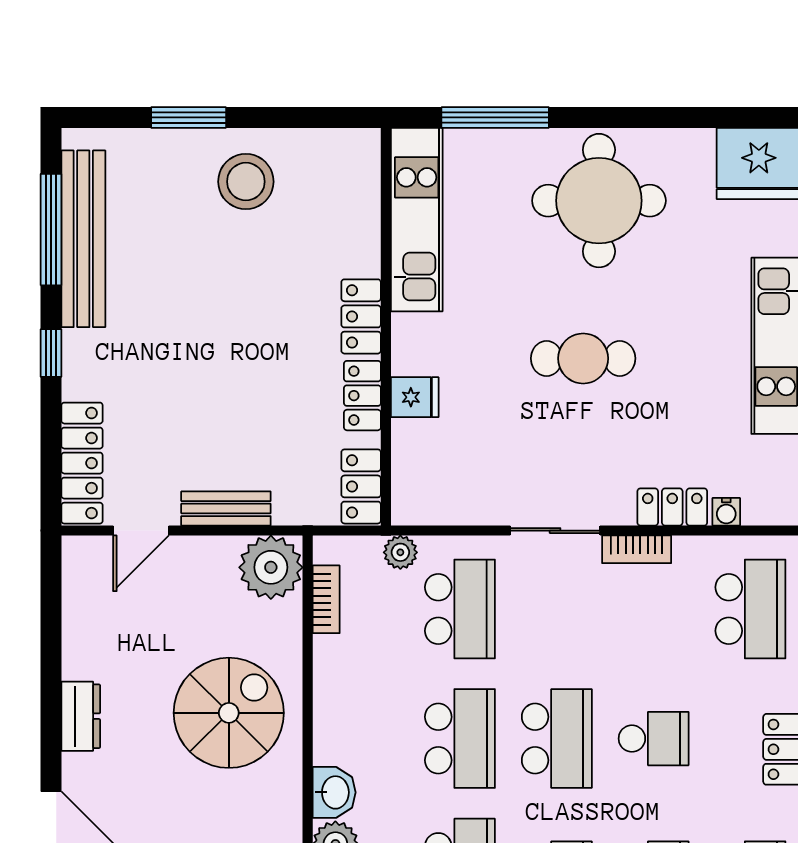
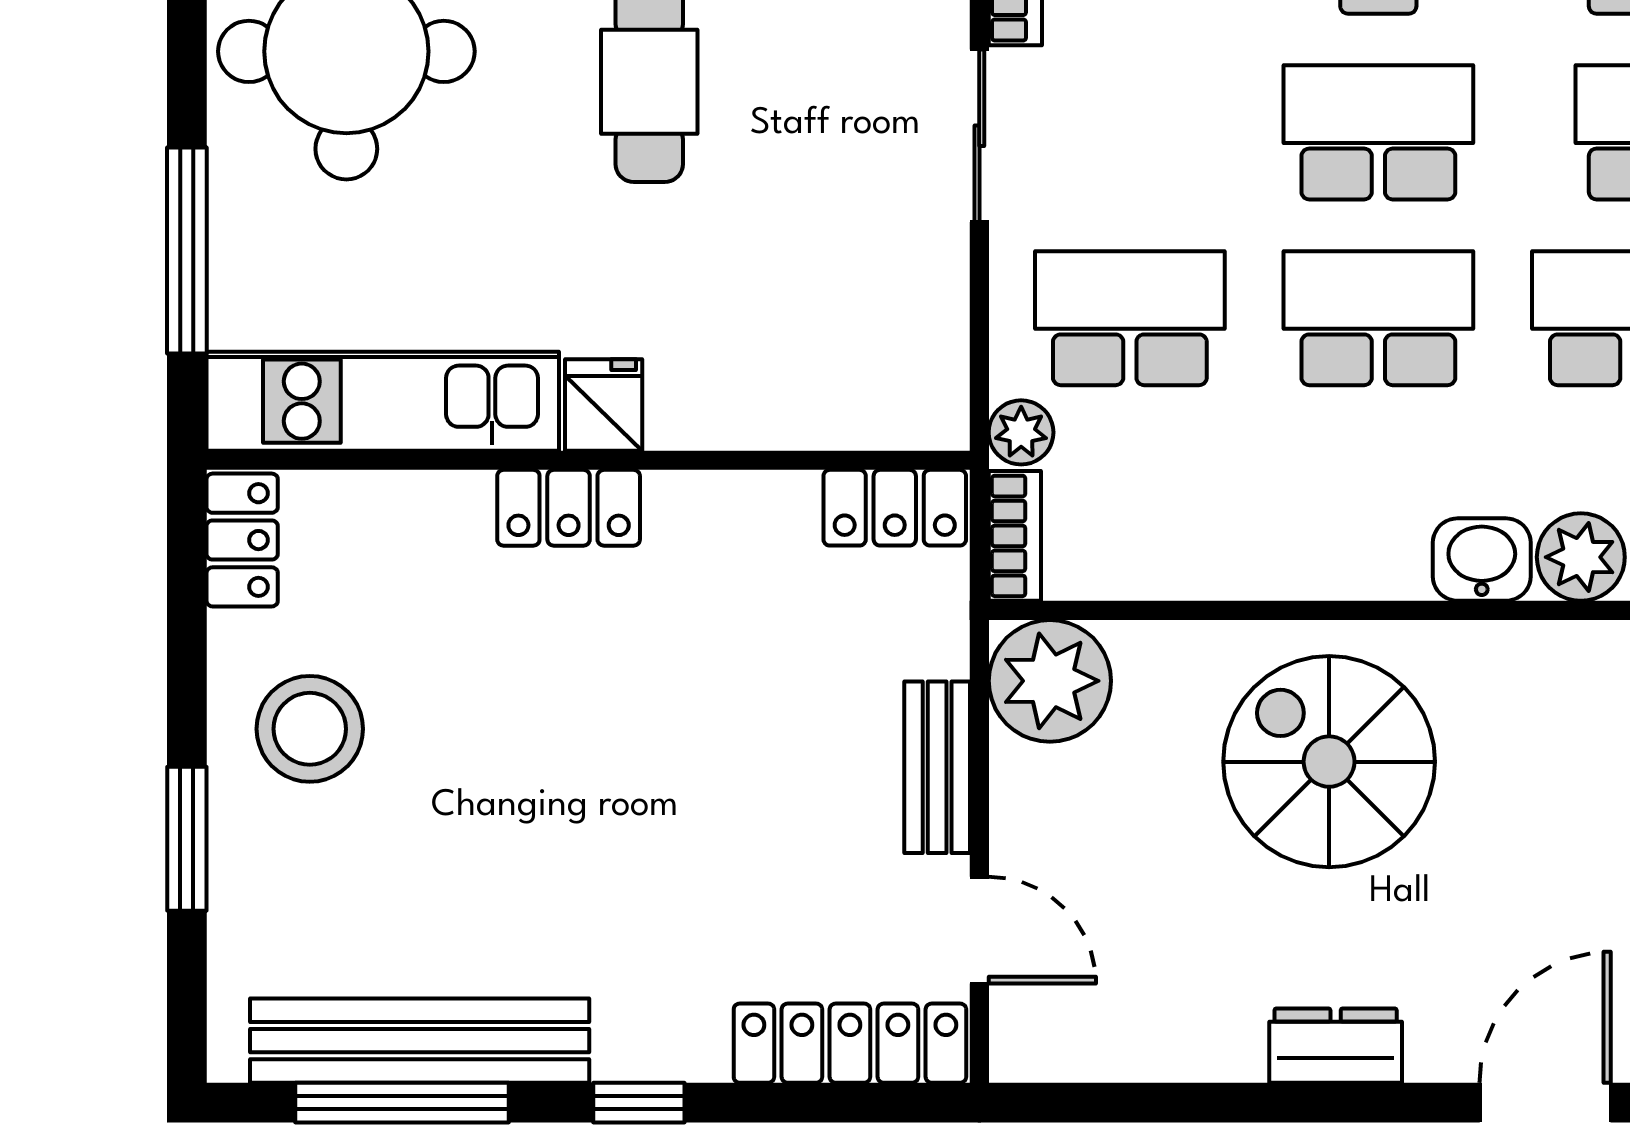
locker: (362, 396) -> (242, 540), moved, turned -90
fridge: (415, 397) -> (604, 405), moved
bookcase: (326, 599) -> (1015, 536), moved, turned 90

